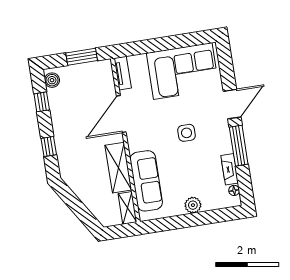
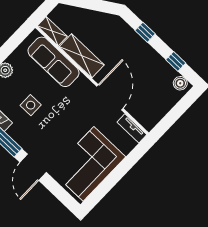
window: (82, 57) -> (172, 117), removed
side table: (187, 133) -> (31, 105), moved

